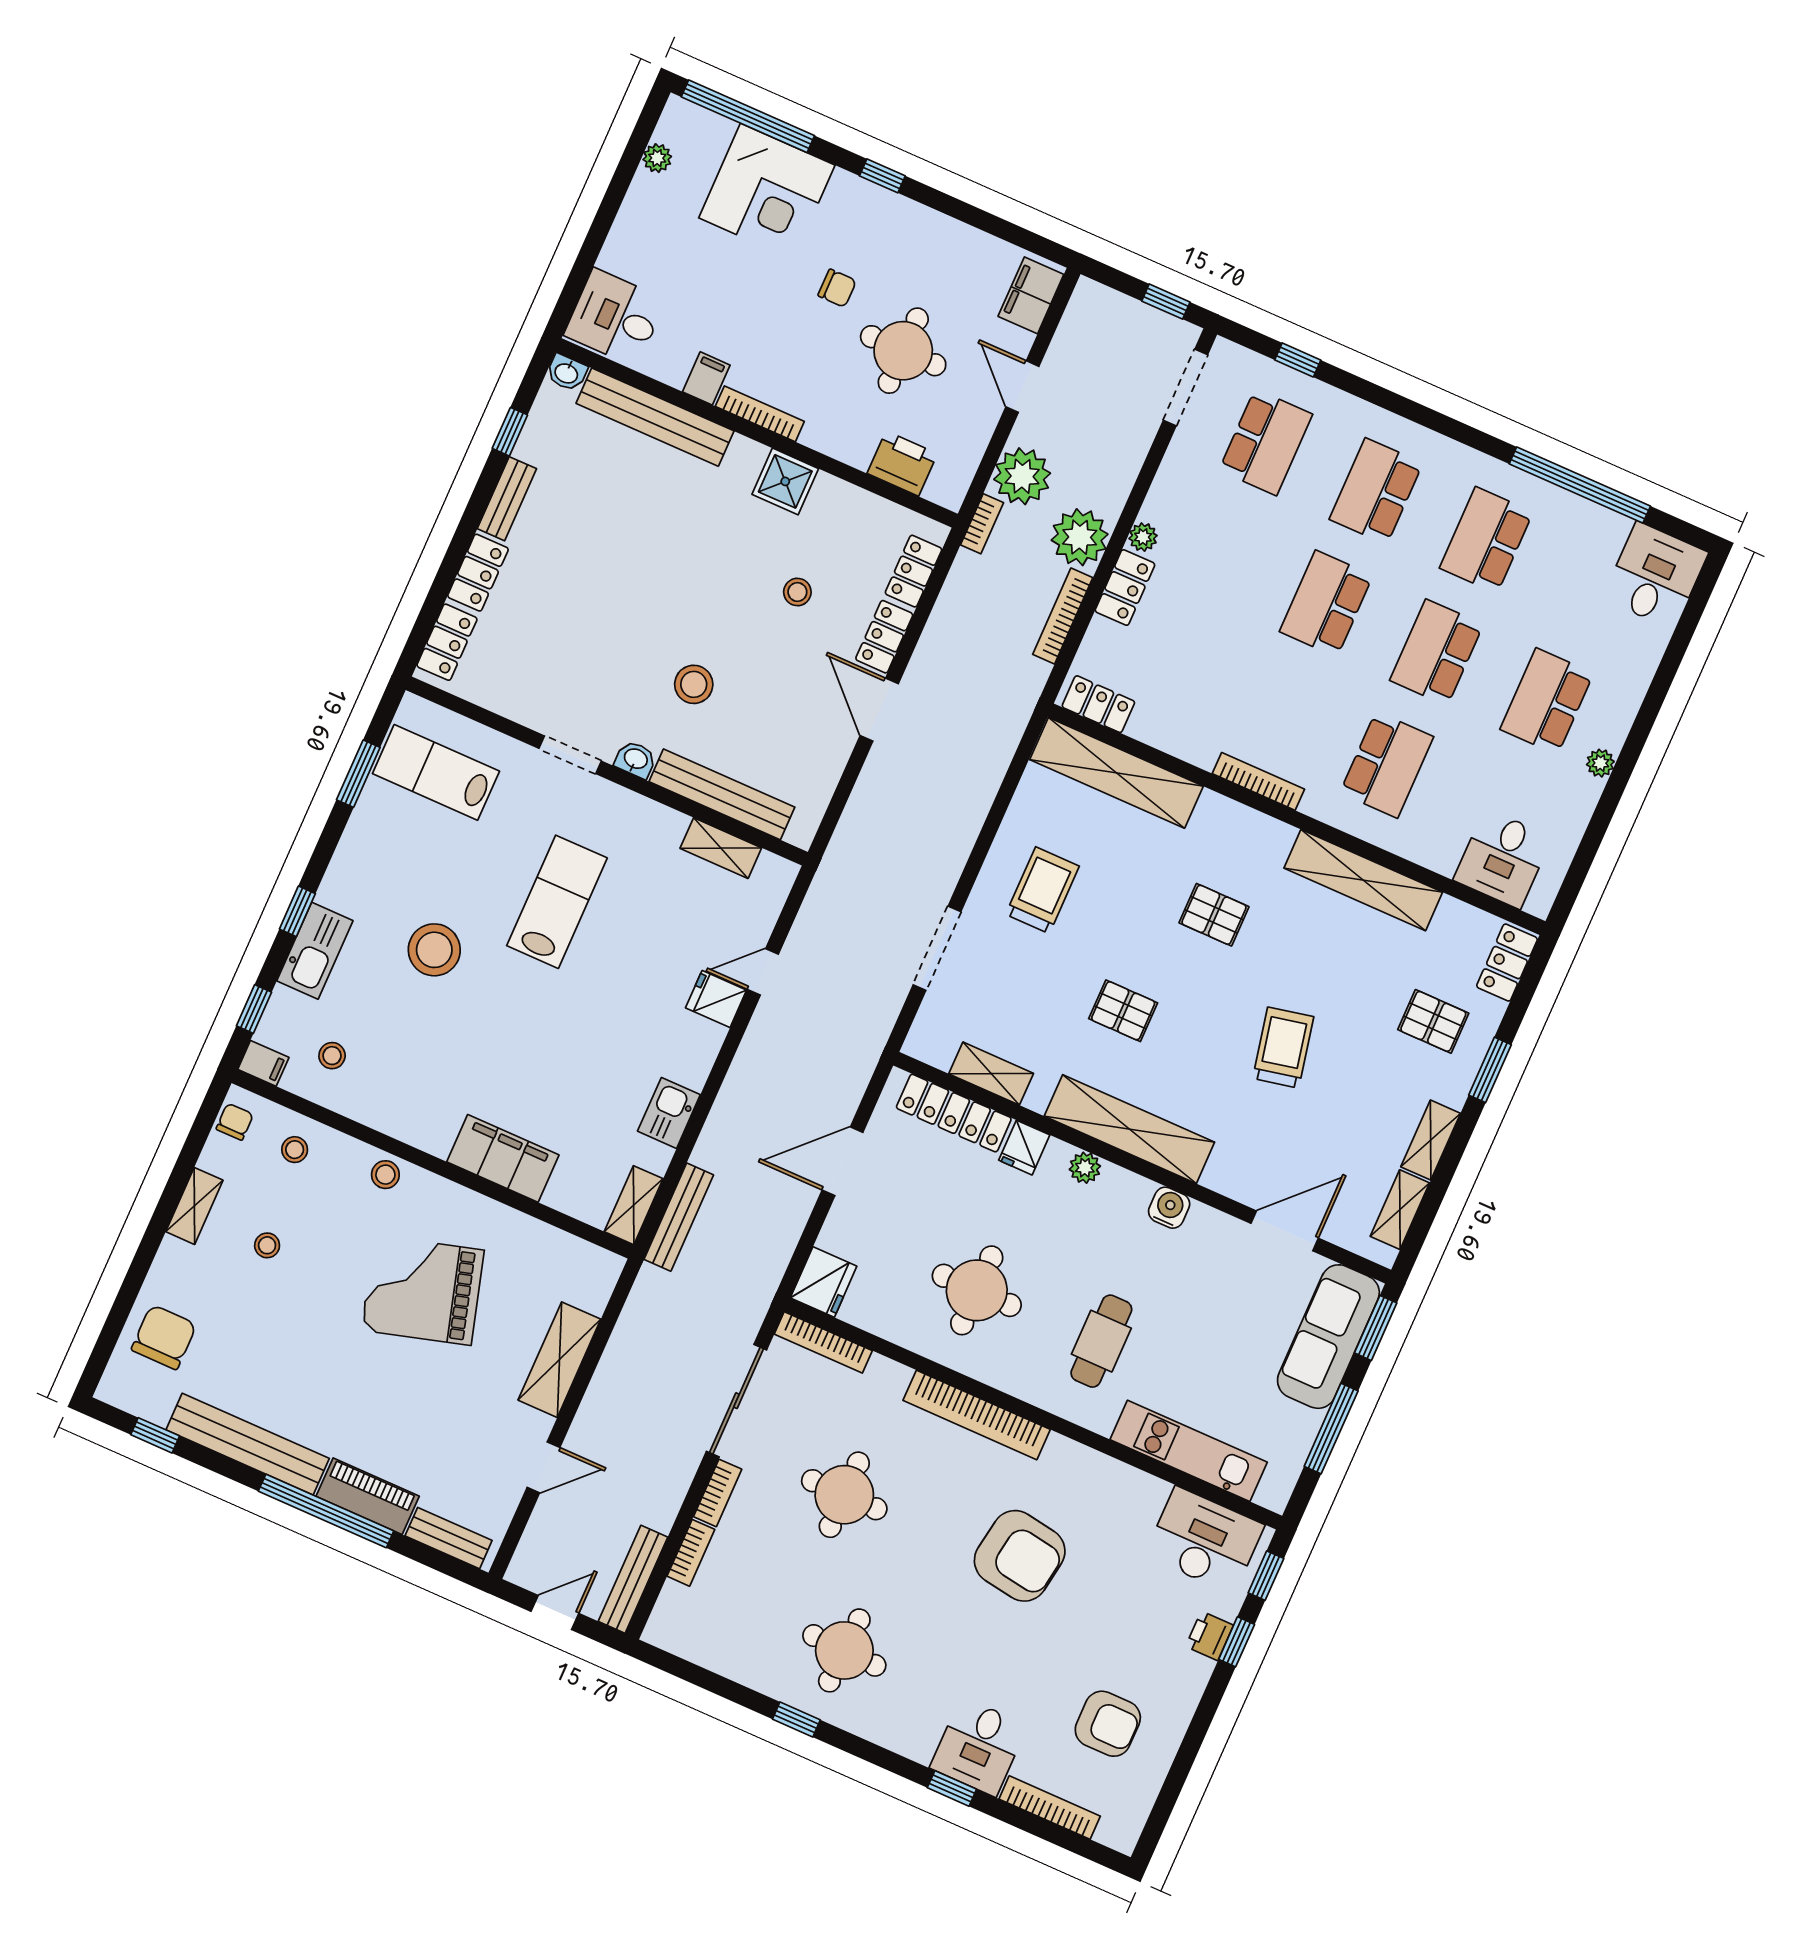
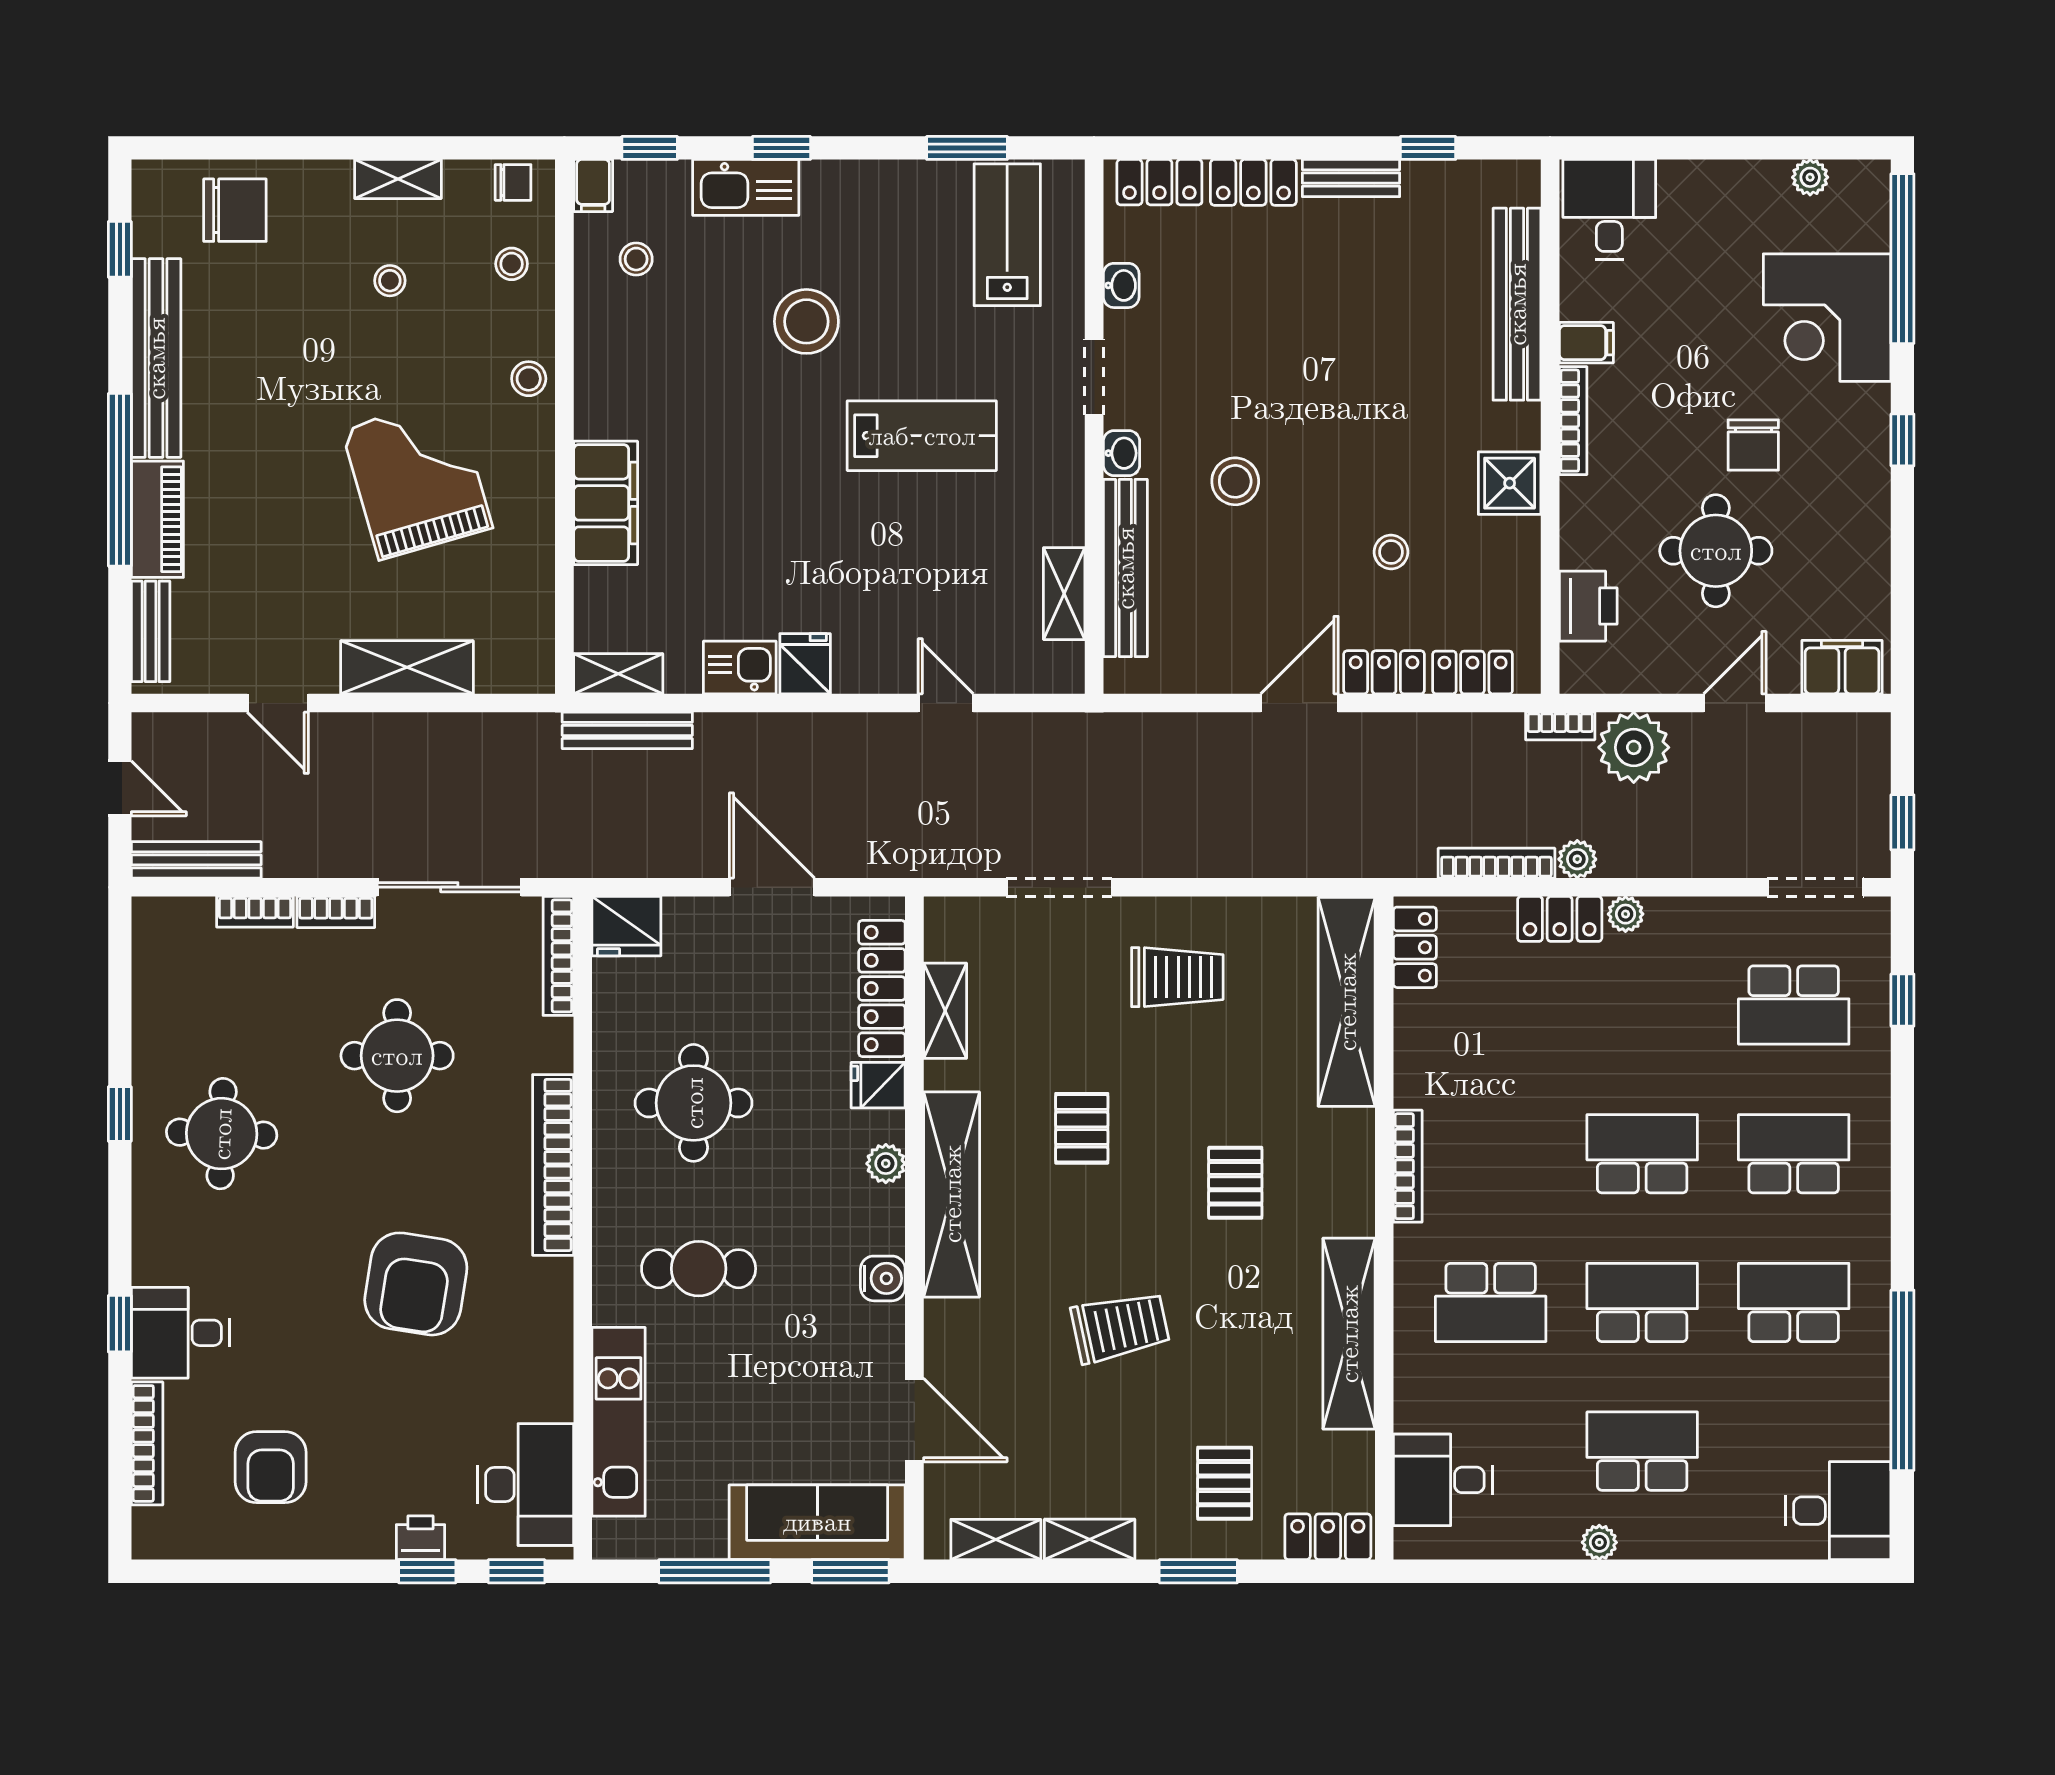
chair: (837, 288) -> (1753, 445), width x1.37, depth x1.37
washbasin: (567, 373) -> (1121, 285), moved, turned 180
plant: (1080, 537) -> (1577, 859), width x0.53, depth x0.53
fridge: (716, 999) -> (805, 664), moved

